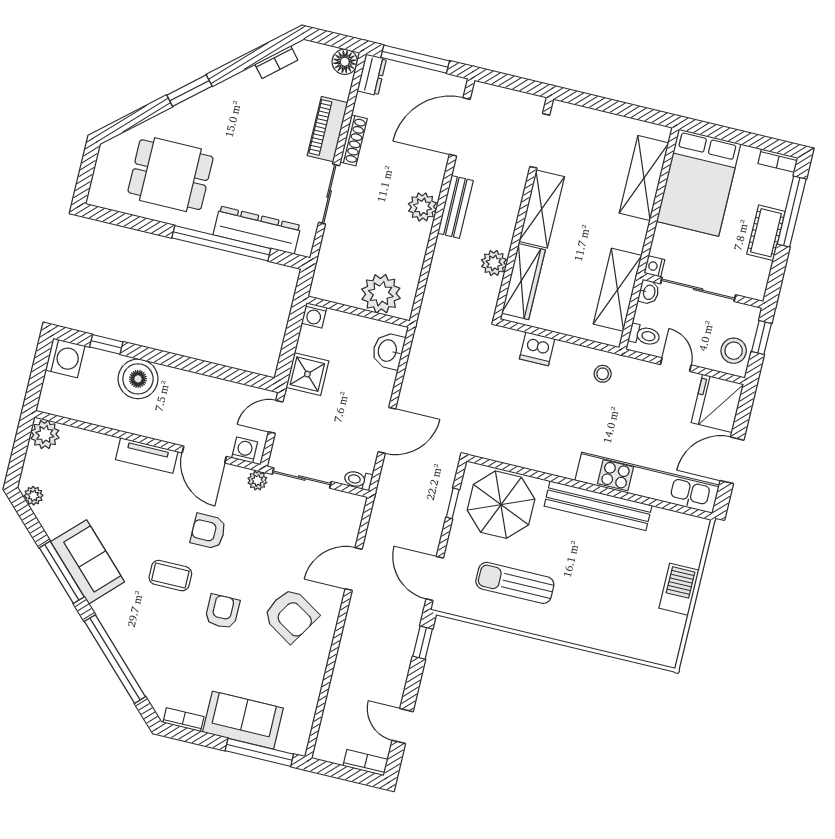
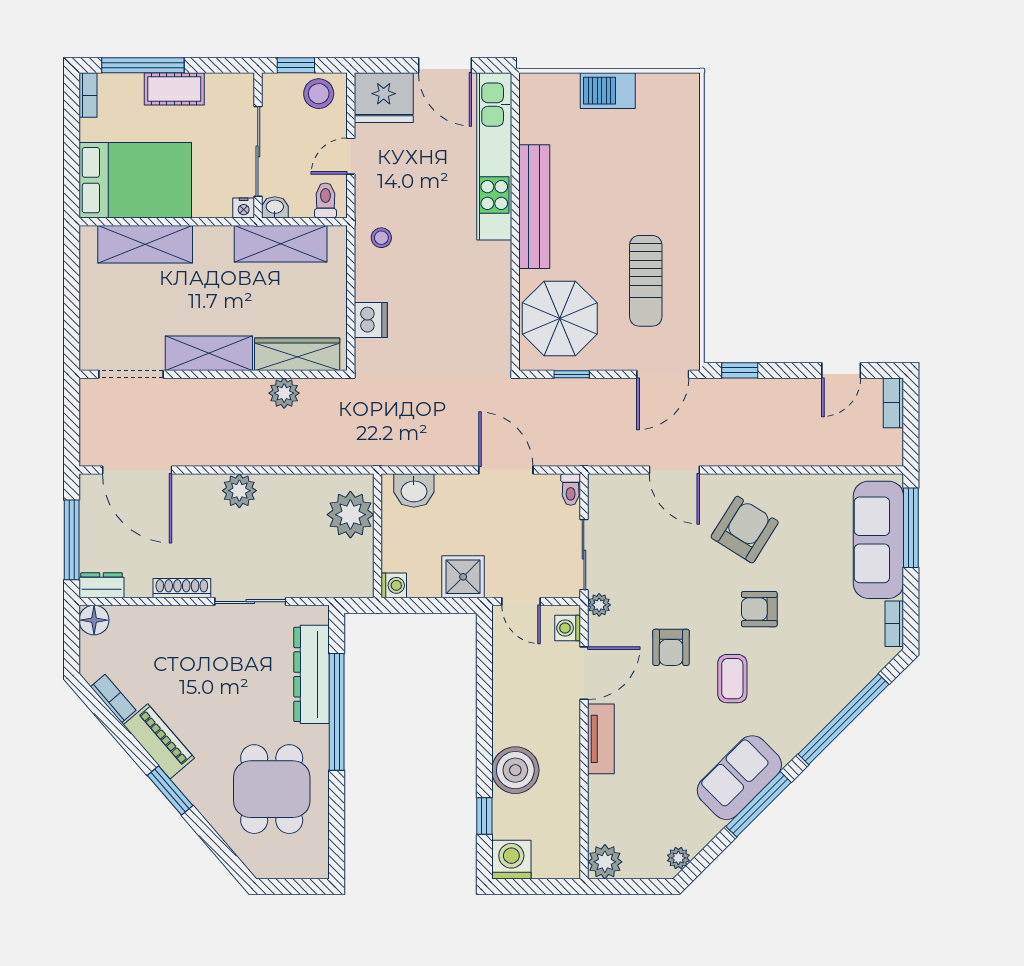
piano: (328, 129) -> (159, 741), moved, turned -131
bench: (455, 207) -> (230, 453), removed
sofa: (243, 720) -> (878, 540), width x1.36

